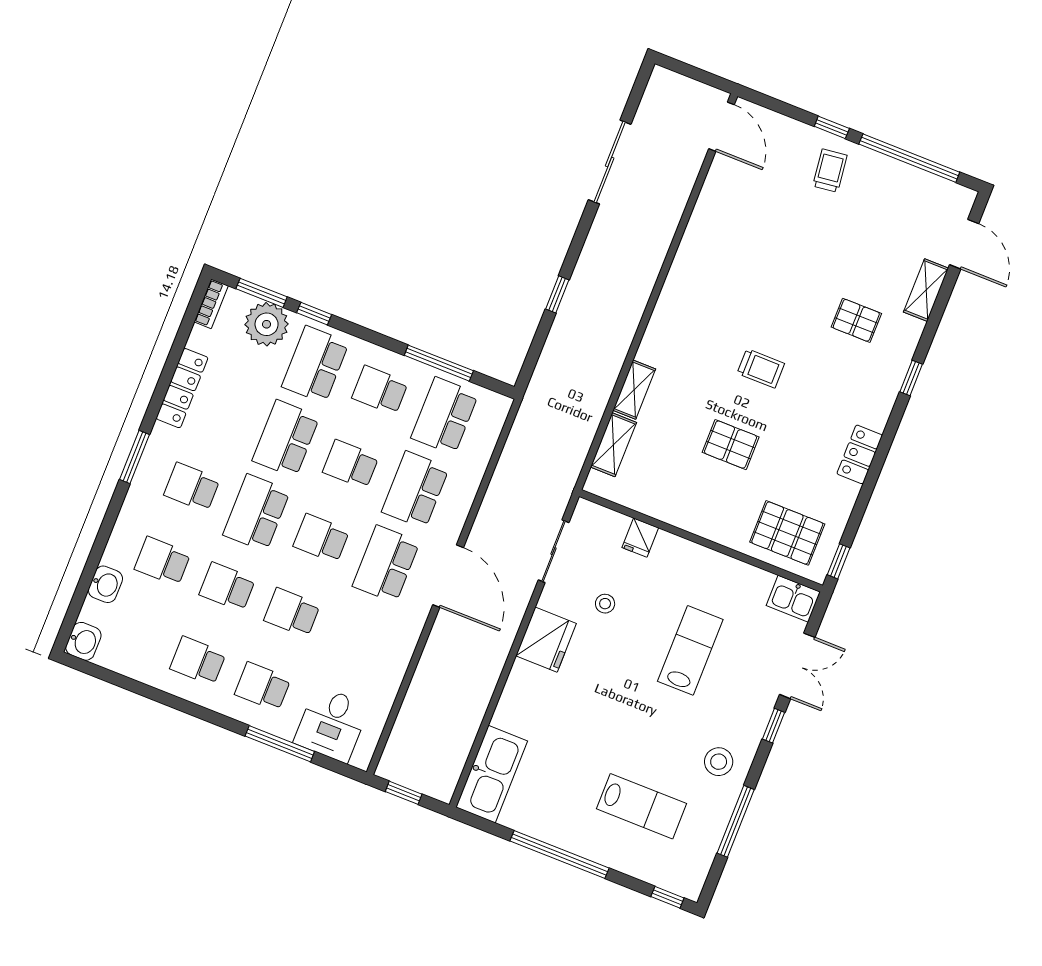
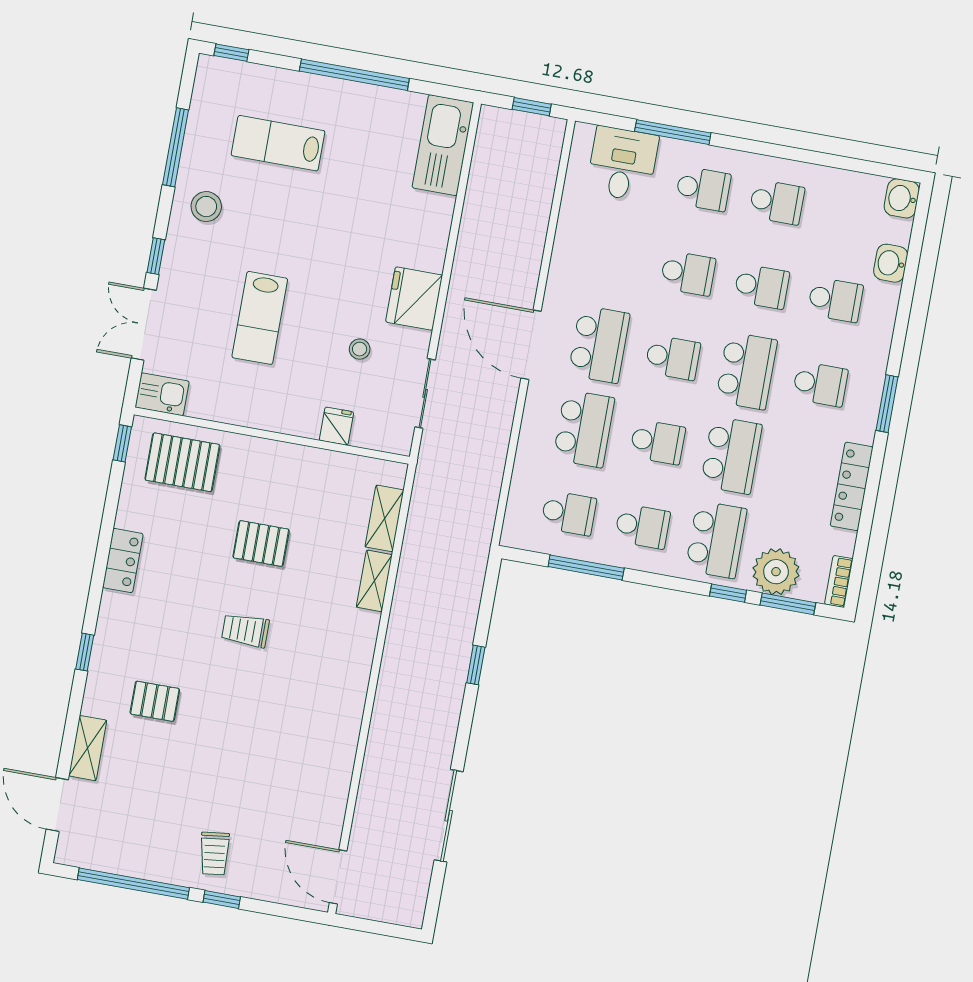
school desk: (445, 416) -> (569, 513), width x0.54

